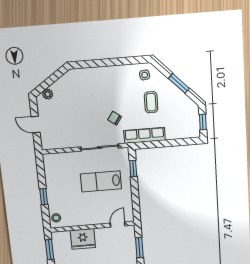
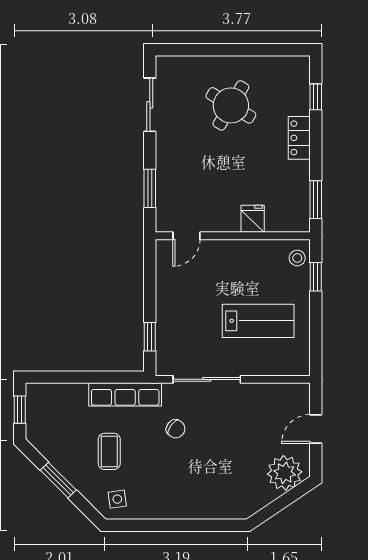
plant: (48, 94) -> (285, 473), width x1.87, depth x1.87
door: (36, 124) -> (316, 429), swing flipped
lab bench: (101, 181) -> (258, 321), moved
window: (44, 197) -> (316, 277), moved
fridge: (83, 239) -> (253, 219), width x0.53, depth x0.75

